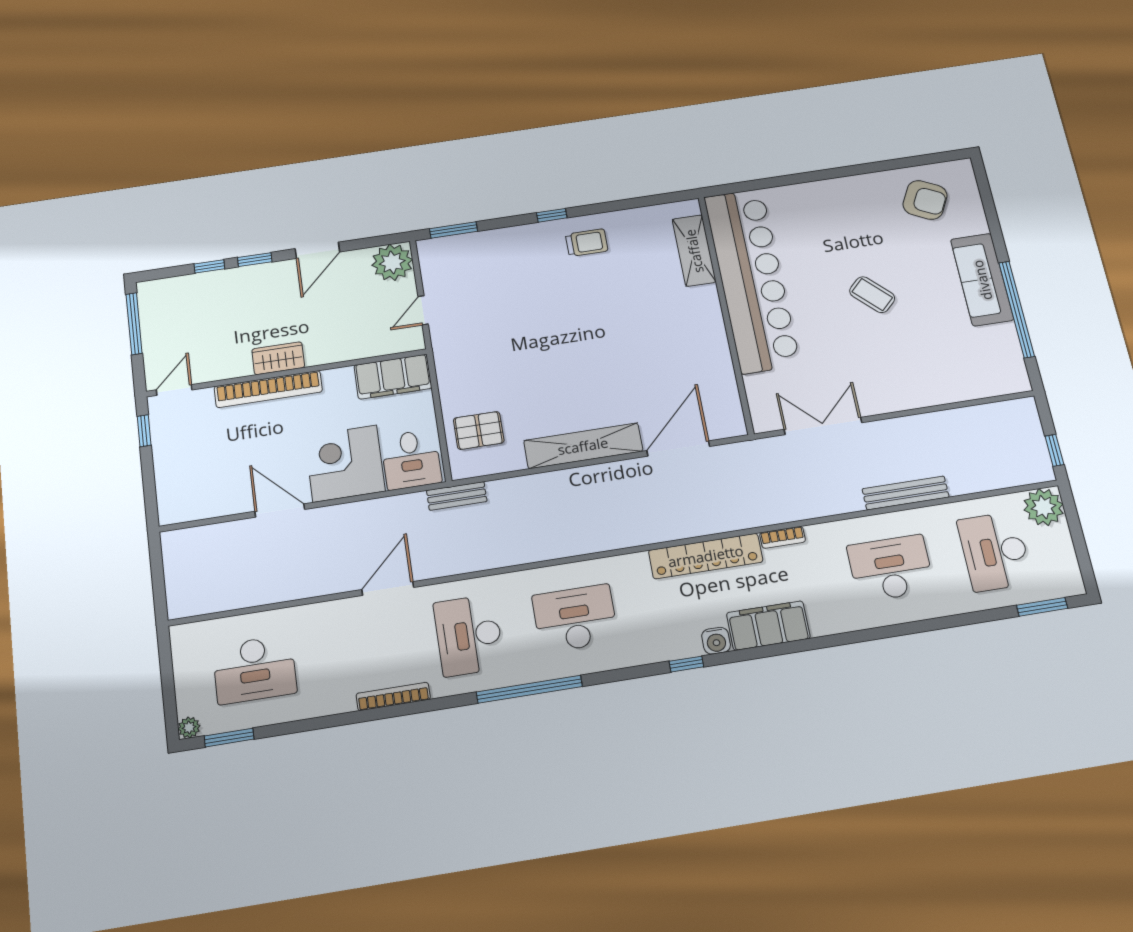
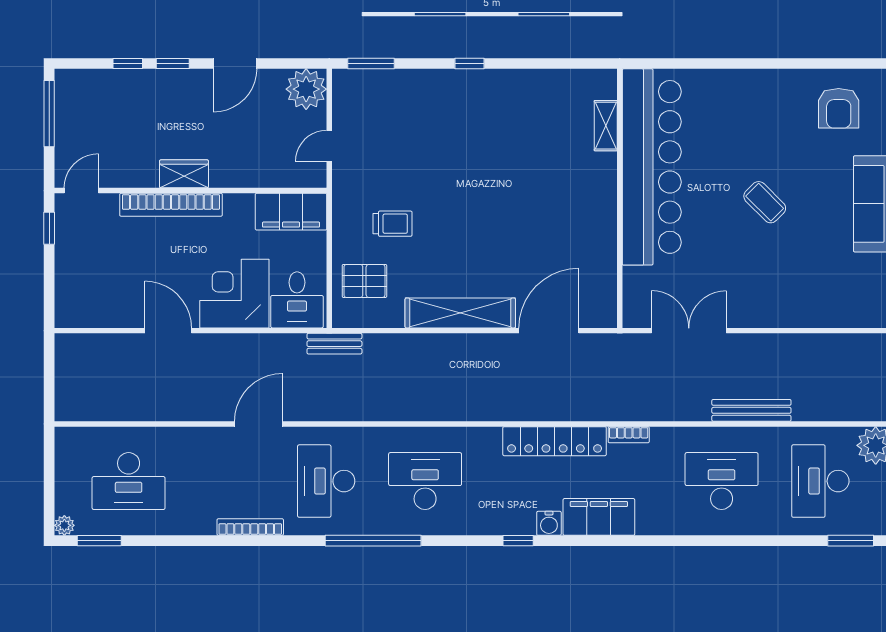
armchair: (925, 200) -> (839, 108), turned 63
trolley: (587, 243) -> (393, 224), moved
shelving: (694, 251) -> (606, 126), width x0.67, depth x0.75

